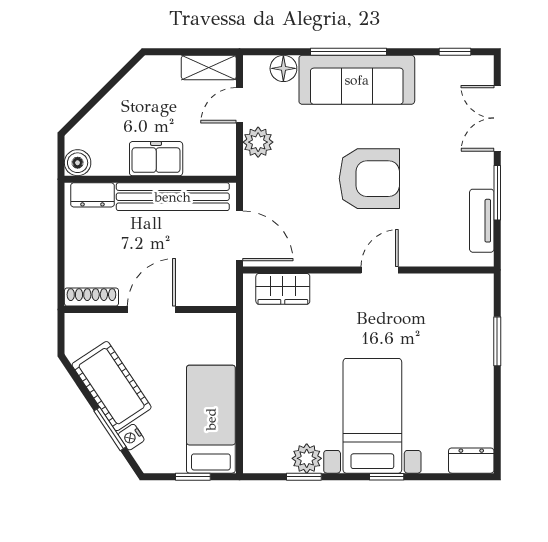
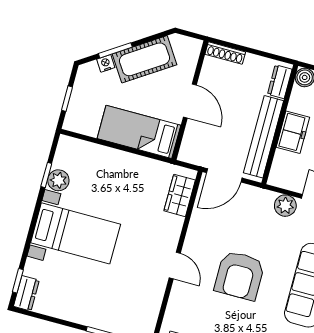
shoe rack: (91, 297) -> (225, 53), moved, turned 90
bed: (211, 419) -> (139, 132), moved, turned 180
window: (387, 477) -> (18, 281), moved

